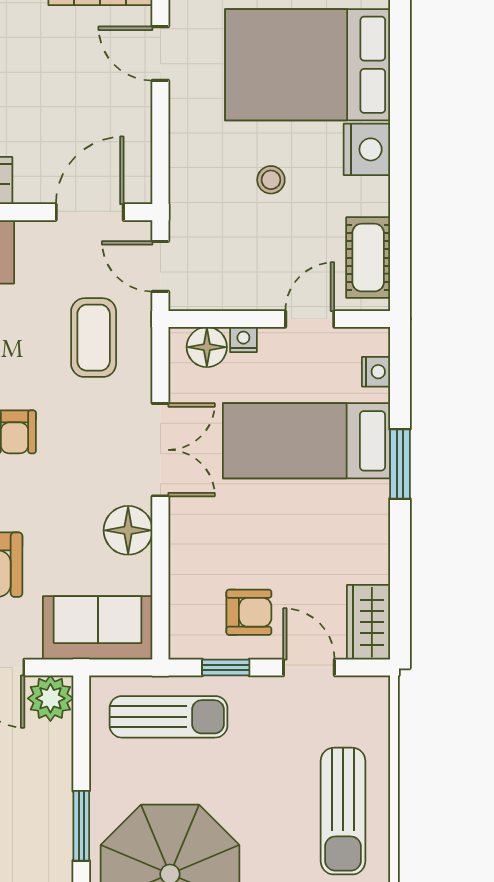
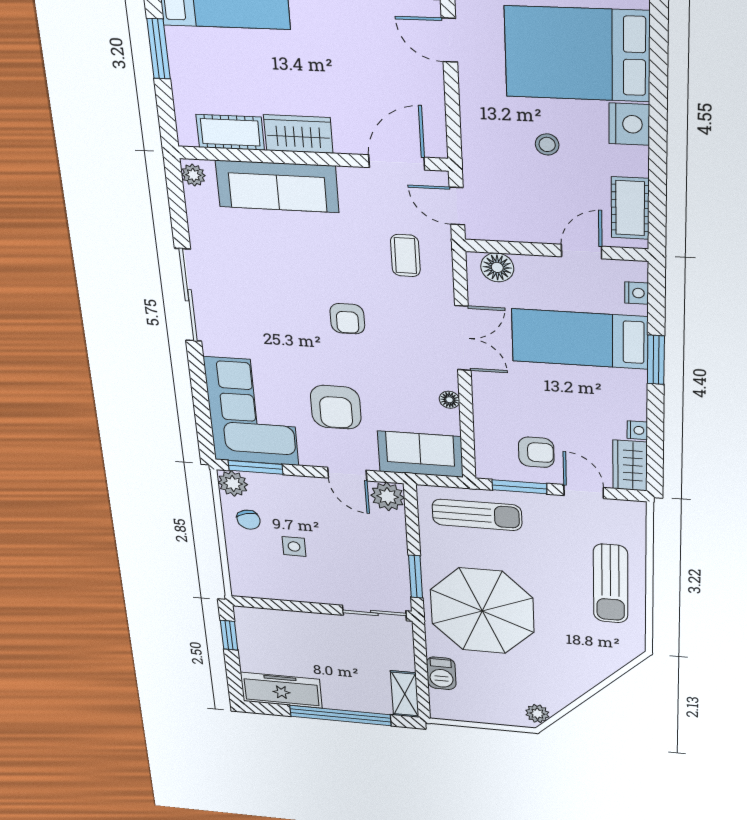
coffee table: (94, 338) -> (405, 256), width x0.73, depth x0.77
nightstand: (243, 340) -> (637, 430), moved, turned 90
floor lamp: (128, 530) -> (449, 400), width x0.53, depth x0.53
window: (226, 668) -> (519, 487), width x1.50

